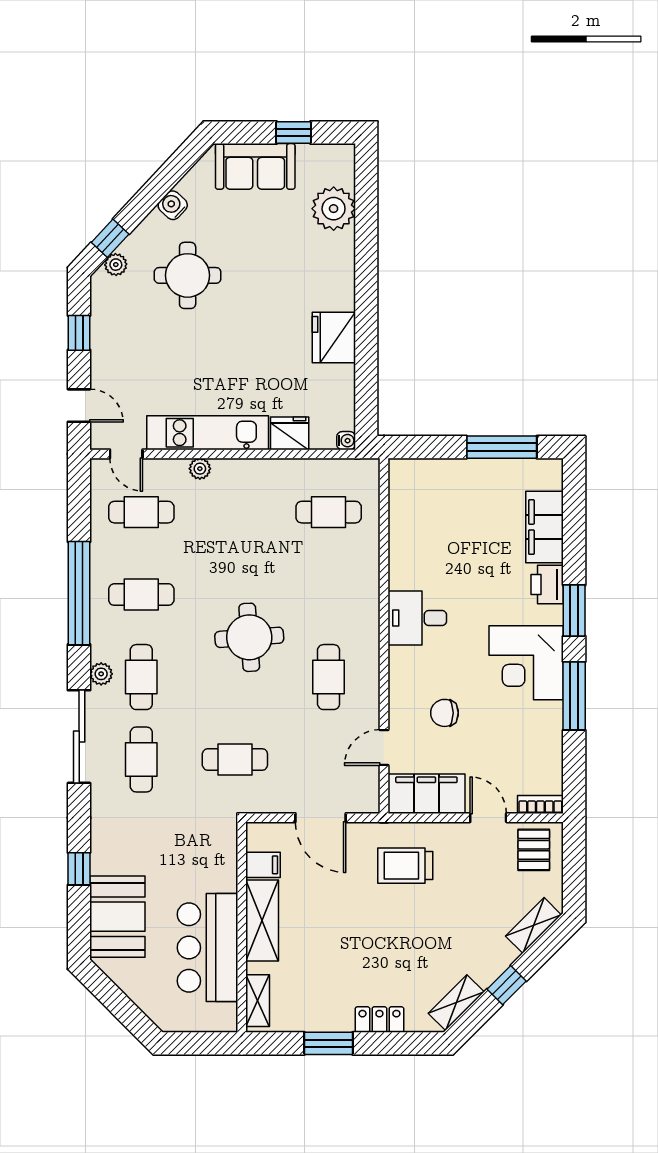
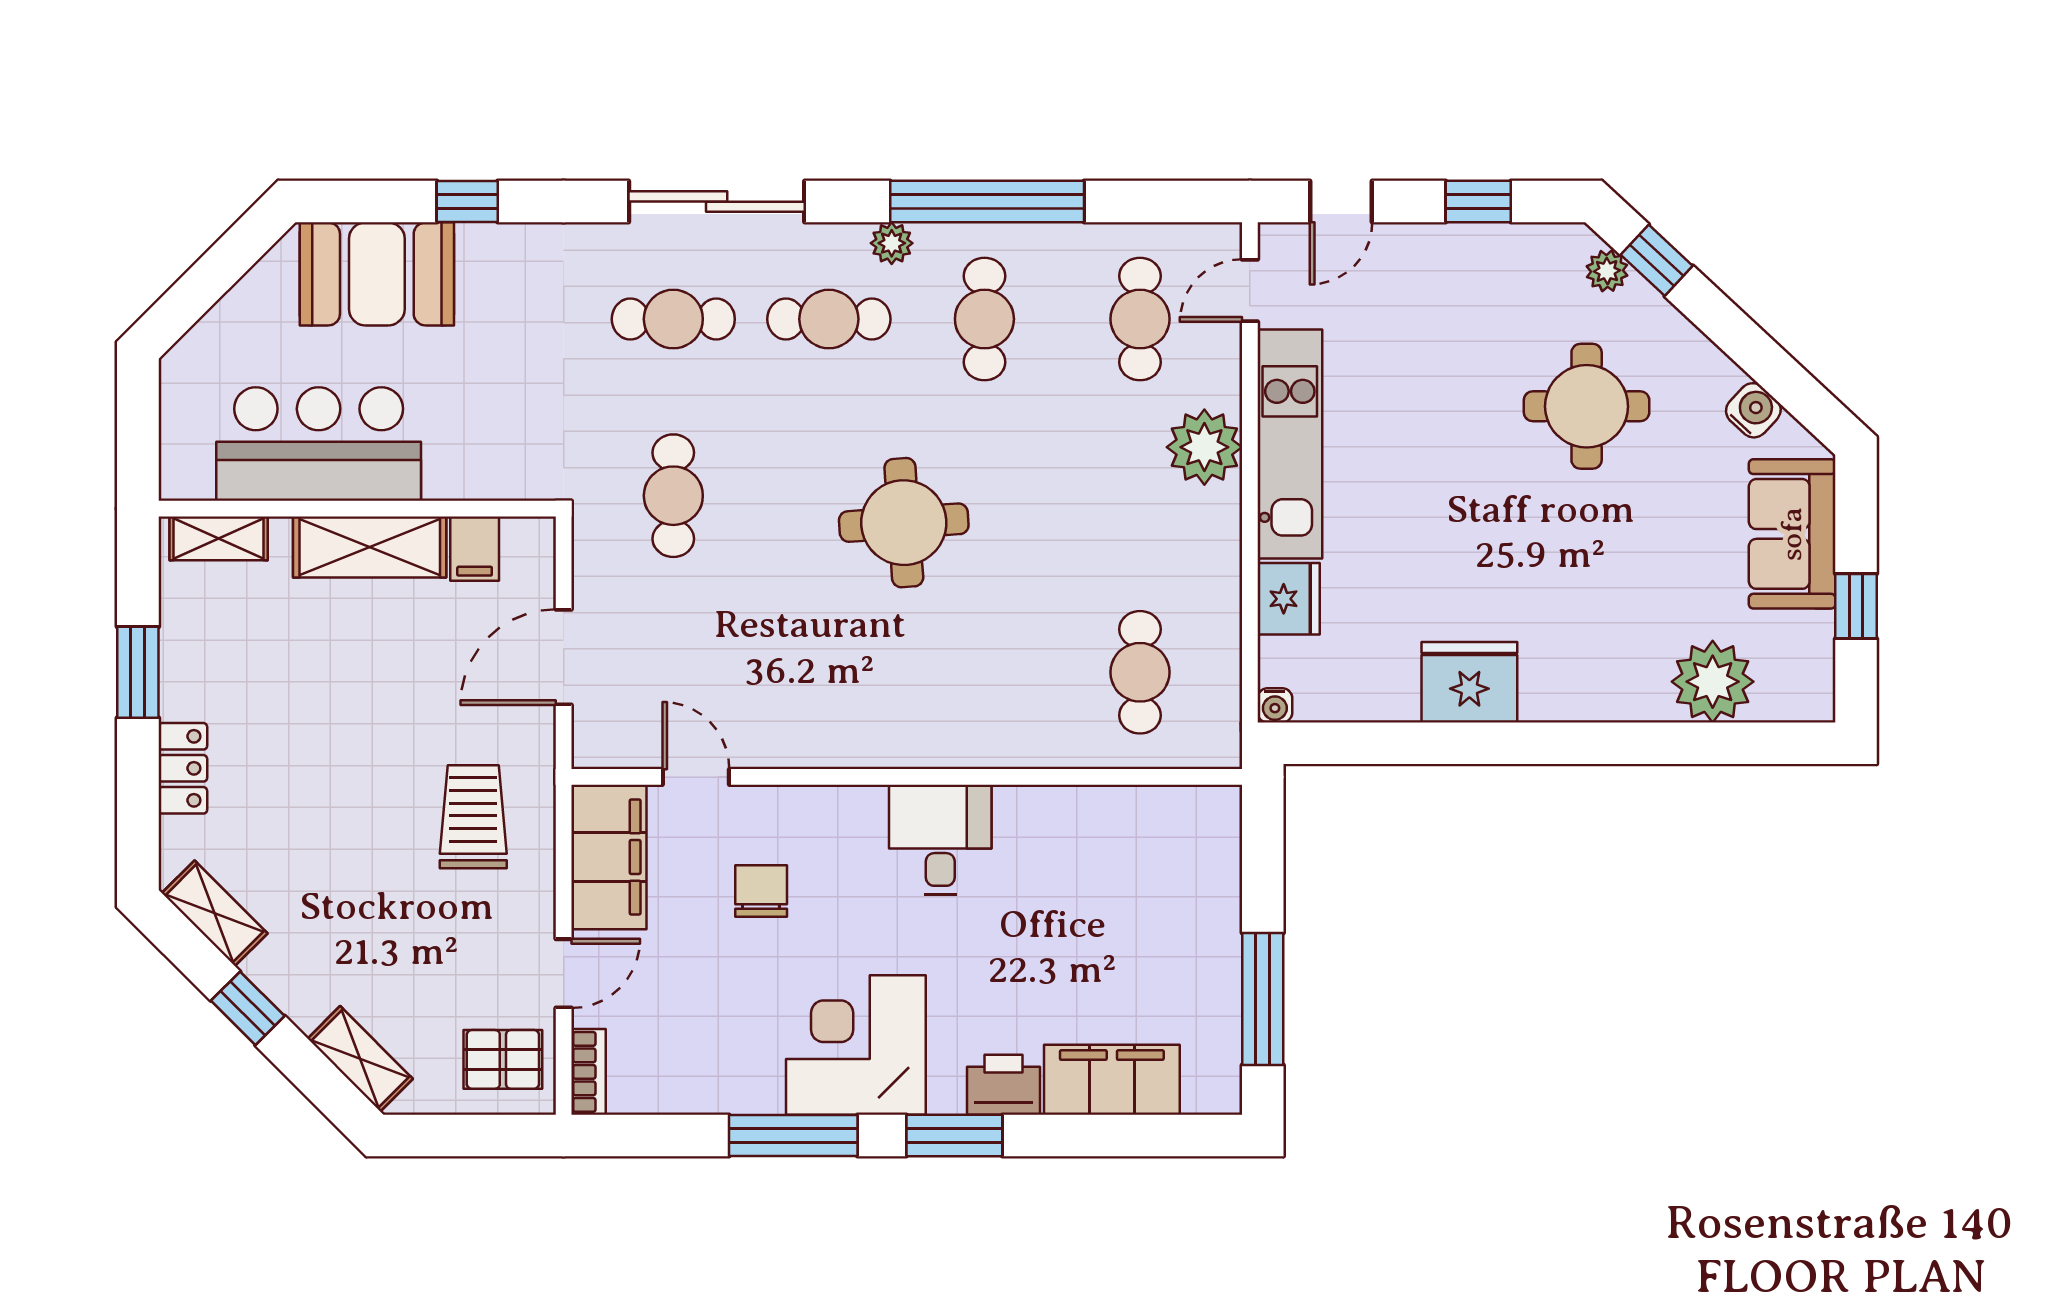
water cooler: (173, 205) -> (1753, 410), moved
plant: (200, 469) -> (1204, 447), width x1.88, depth x1.88
plant: (101, 674) -> (892, 243), moved
cafe table: (329, 677) -> (829, 672), removed

